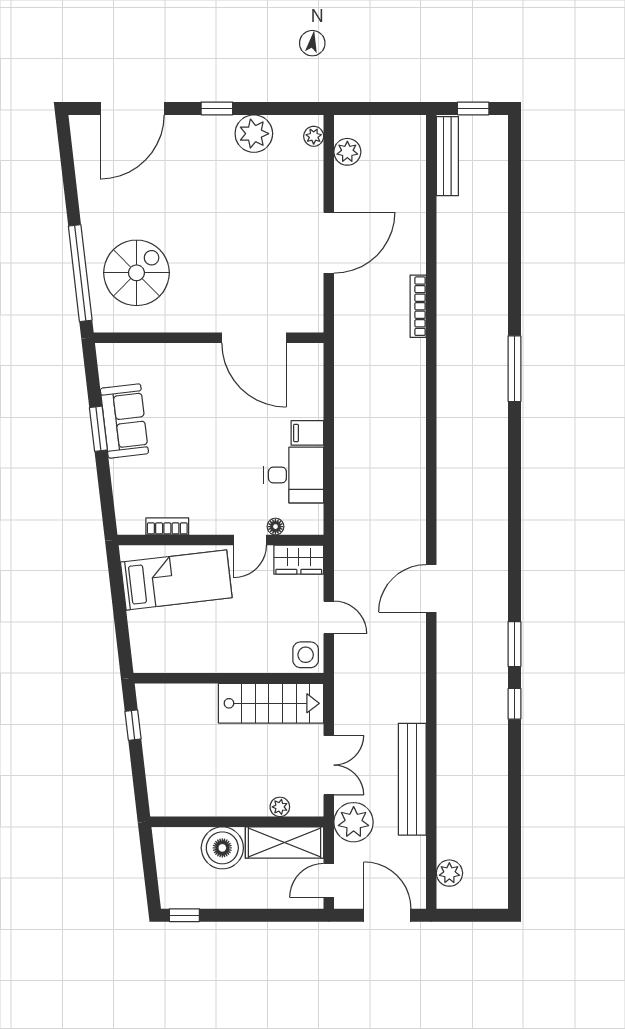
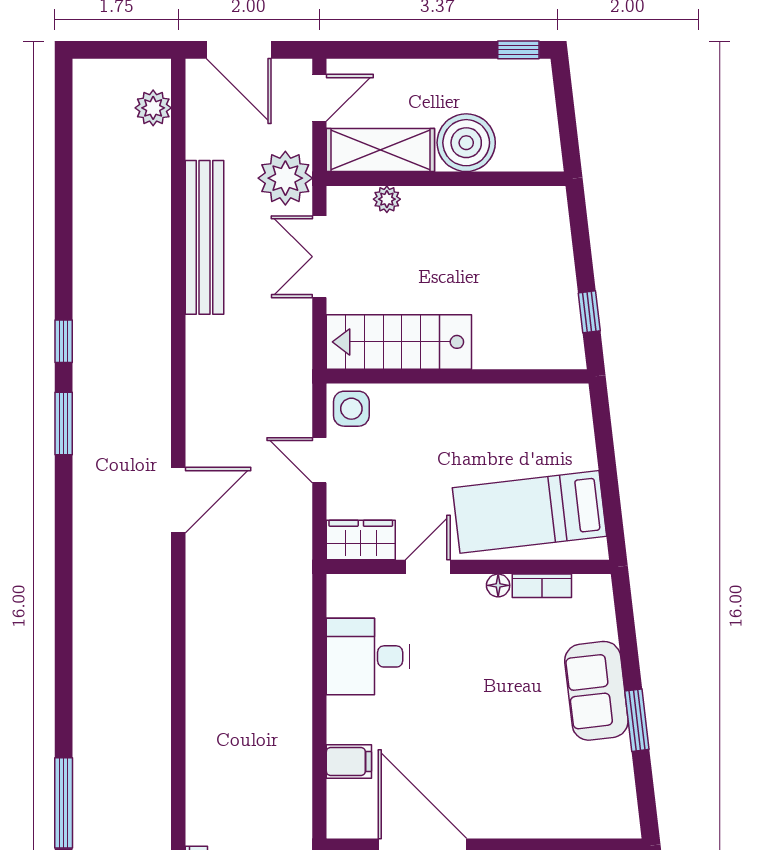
sofa: (124, 421) -> (596, 691), moved
filing cabinet: (307, 433) -> (349, 761), moved
floor lamp: (275, 527) -> (498, 585), moved

